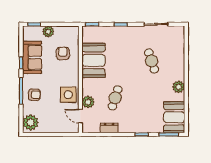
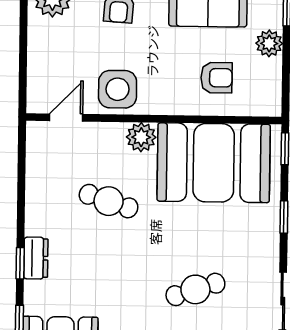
booth: (94, 60) -> (214, 163), width x1.36, depth x1.42
plant: (88, 102) -> (141, 137), moved
dresser: (109, 128) -> (36, 258), moved

